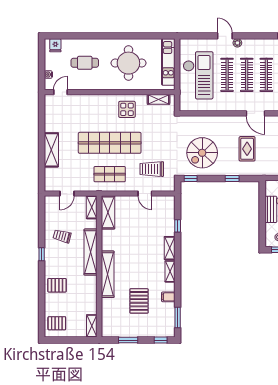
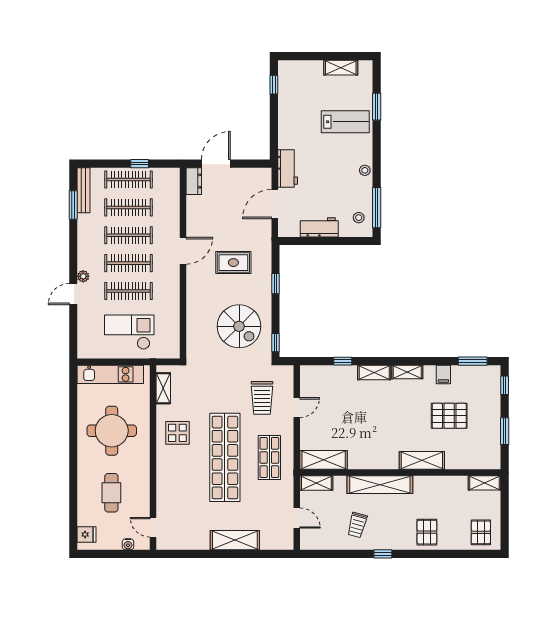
checkout: (198, 75) -> (129, 332), width x0.73, depth x0.83
shelving: (108, 274) -> (422, 460), width x0.68

